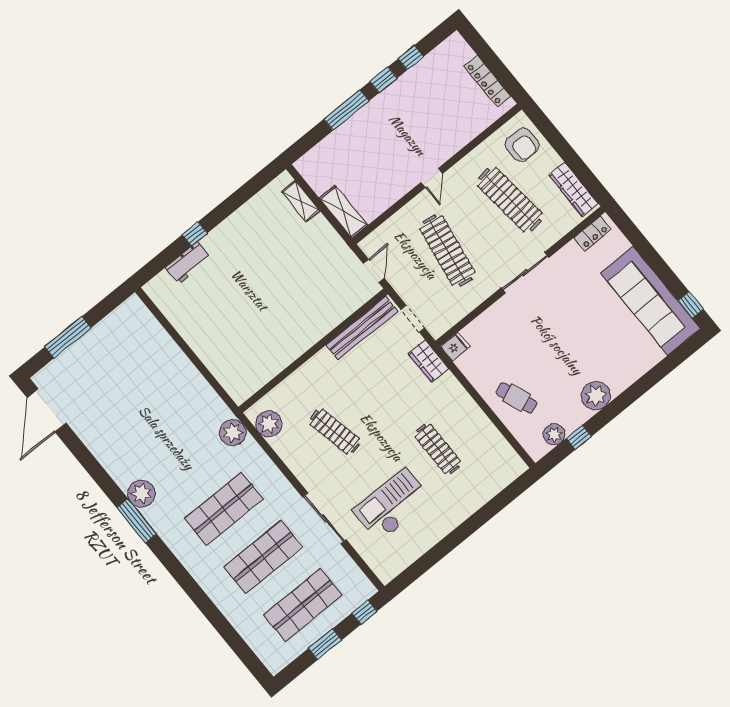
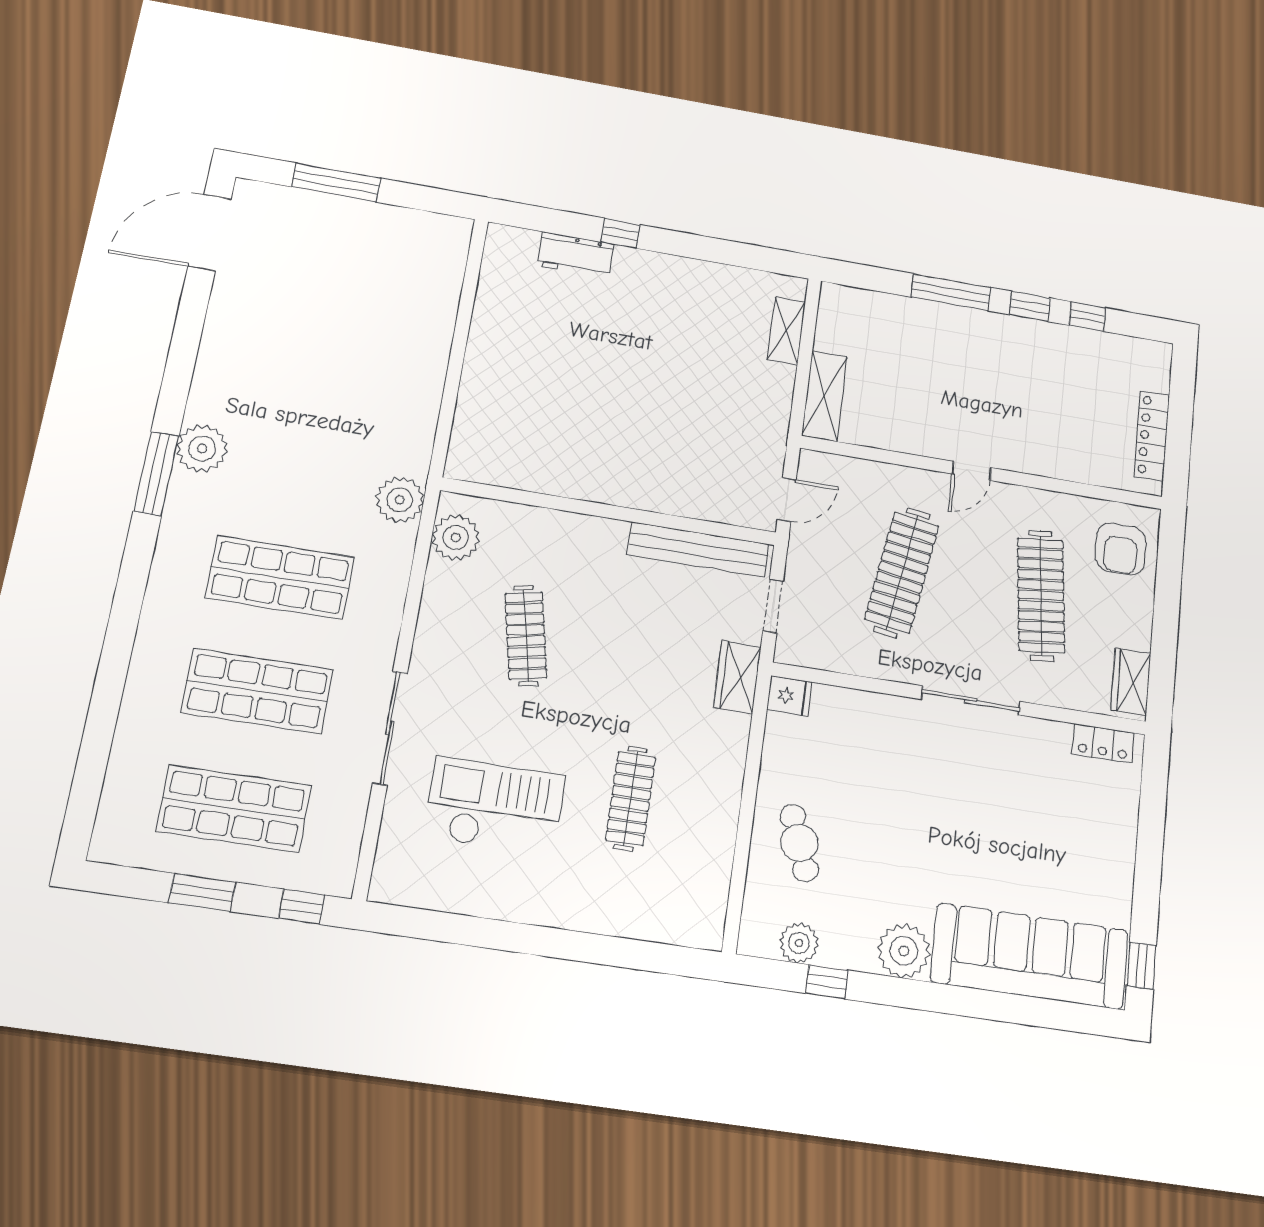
wardrobe: (573, 189) -> (1131, 682), width x0.67
sofa: (651, 301) -> (1030, 956), moved, turned 90

